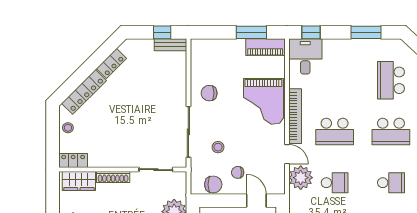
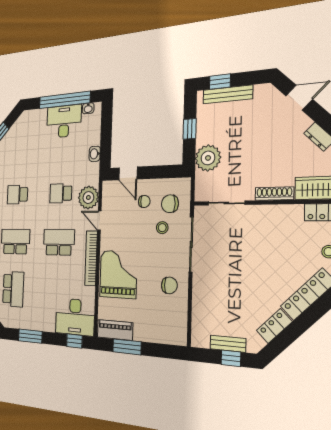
window: (162, 32) -> (231, 358), moved
bench: (171, 45) -> (228, 344), moved
desk: (305, 56) -> (75, 317), width x1.37
chair: (213, 184) -> (170, 204), moved

